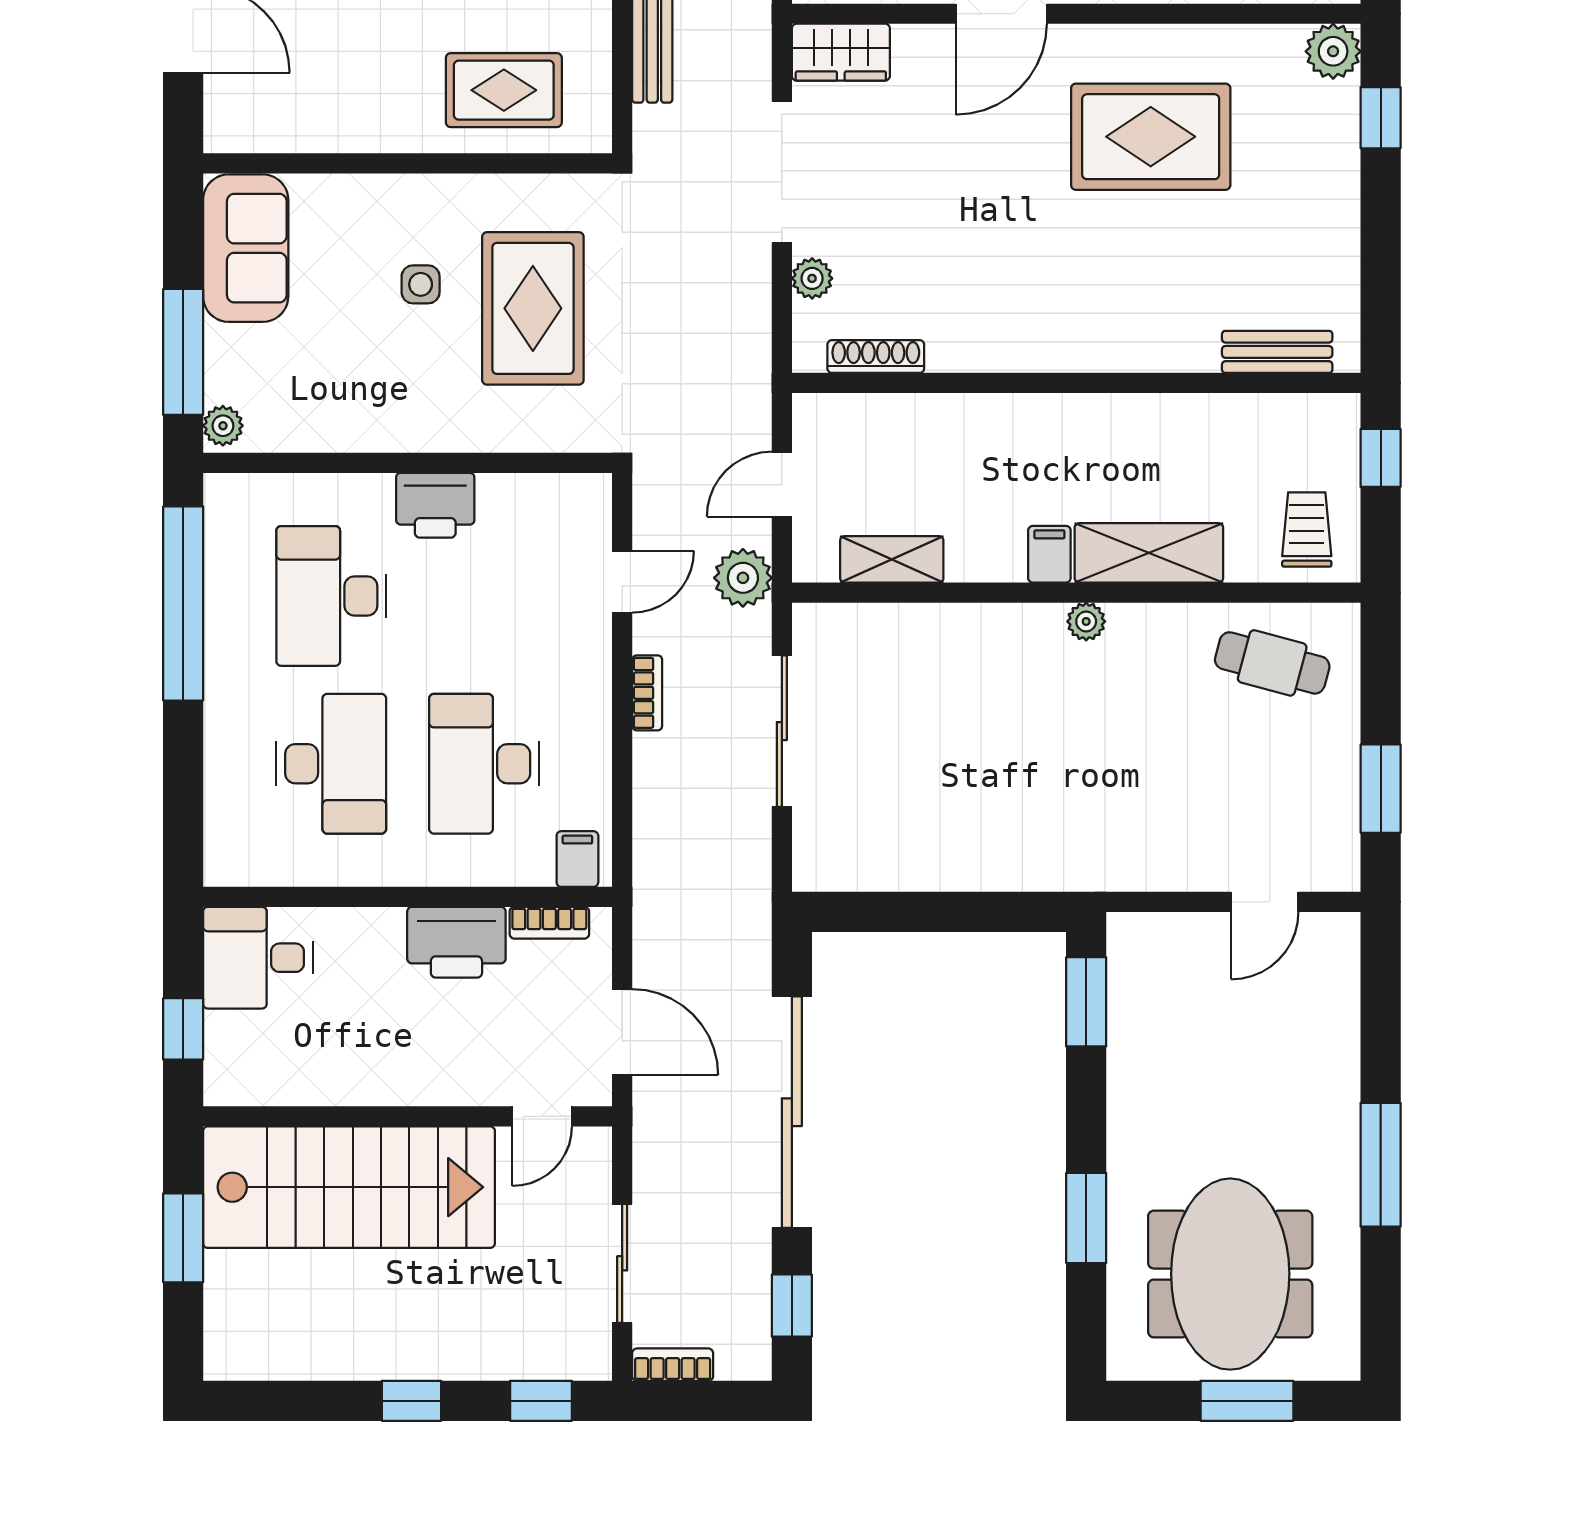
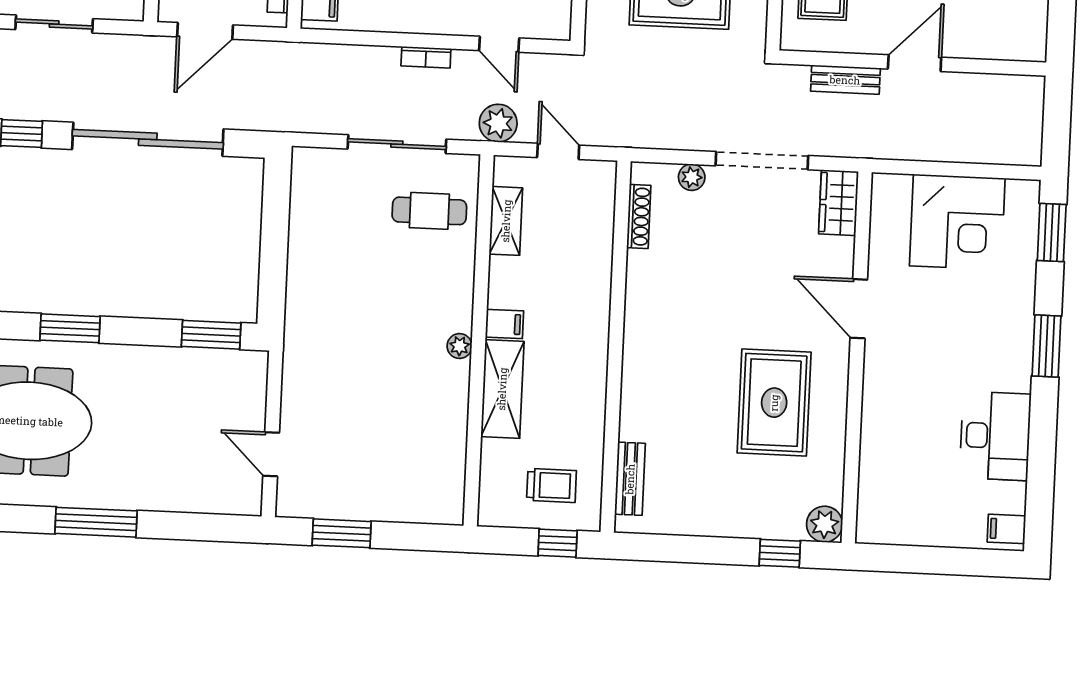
trolley: (1307, 529) -> (551, 485), moved
cafe table: (1272, 663) -> (429, 211), moved, turned 75

